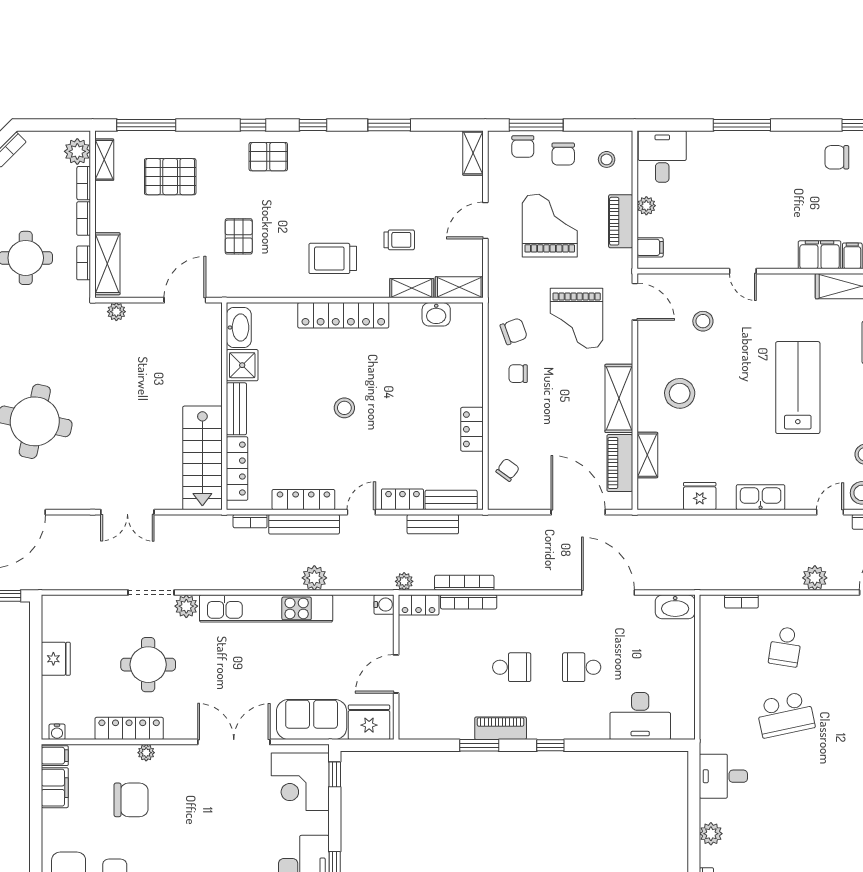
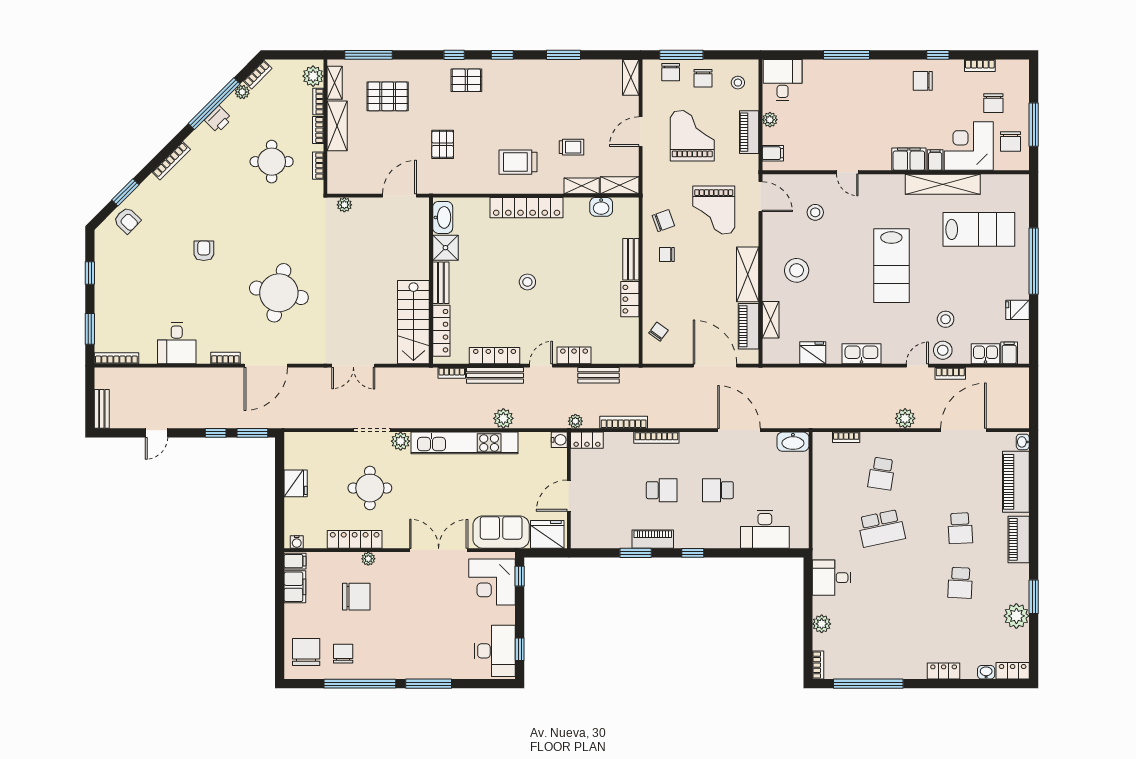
shelving: (107, 264) -> (337, 126), moved
lab bench: (798, 388) -> (891, 266), turned 180
bench: (451, 500) -> (631, 259), moved, turned 90
bookcase: (469, 602) -> (656, 438), moved

